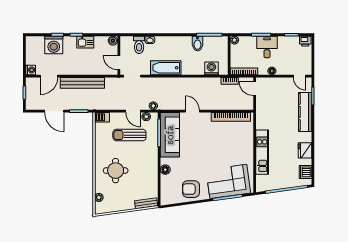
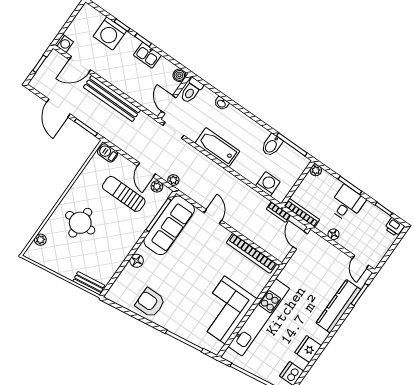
toilet: (139, 45) -> (191, 91), moved
kitchen unit: (262, 152) -> (259, 317), width x1.36
corner sofa: (228, 181) -> (225, 310), moved, turned -82

